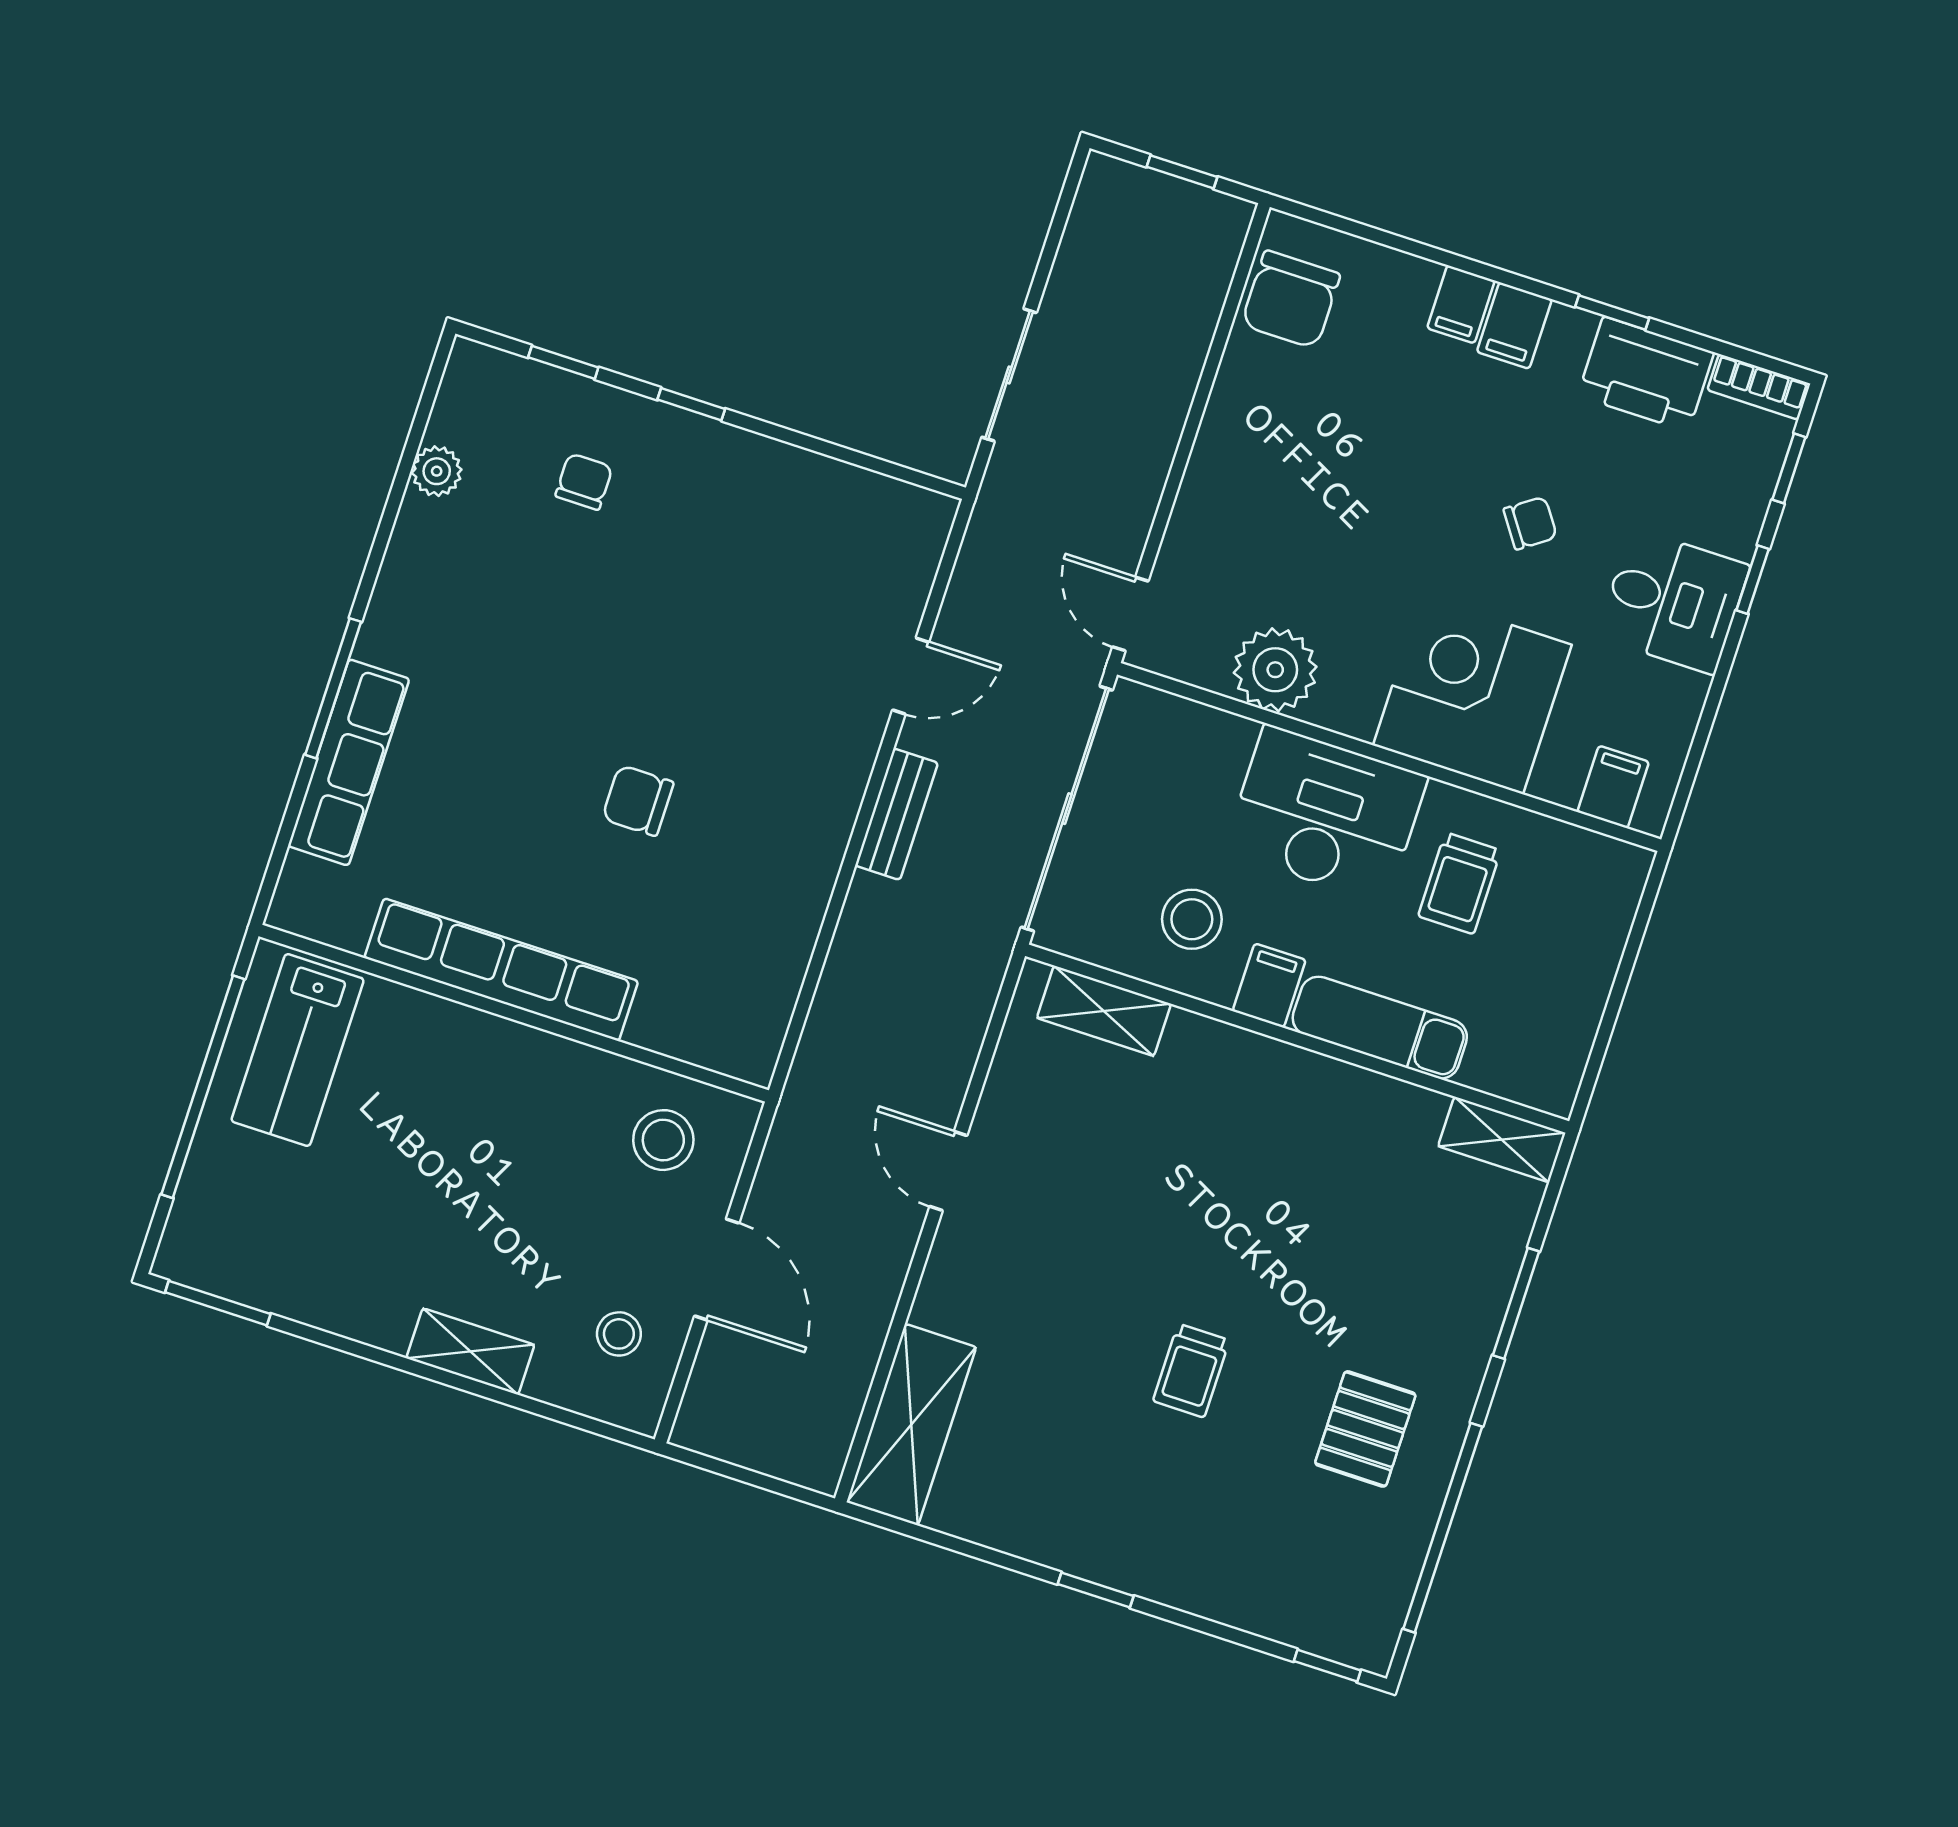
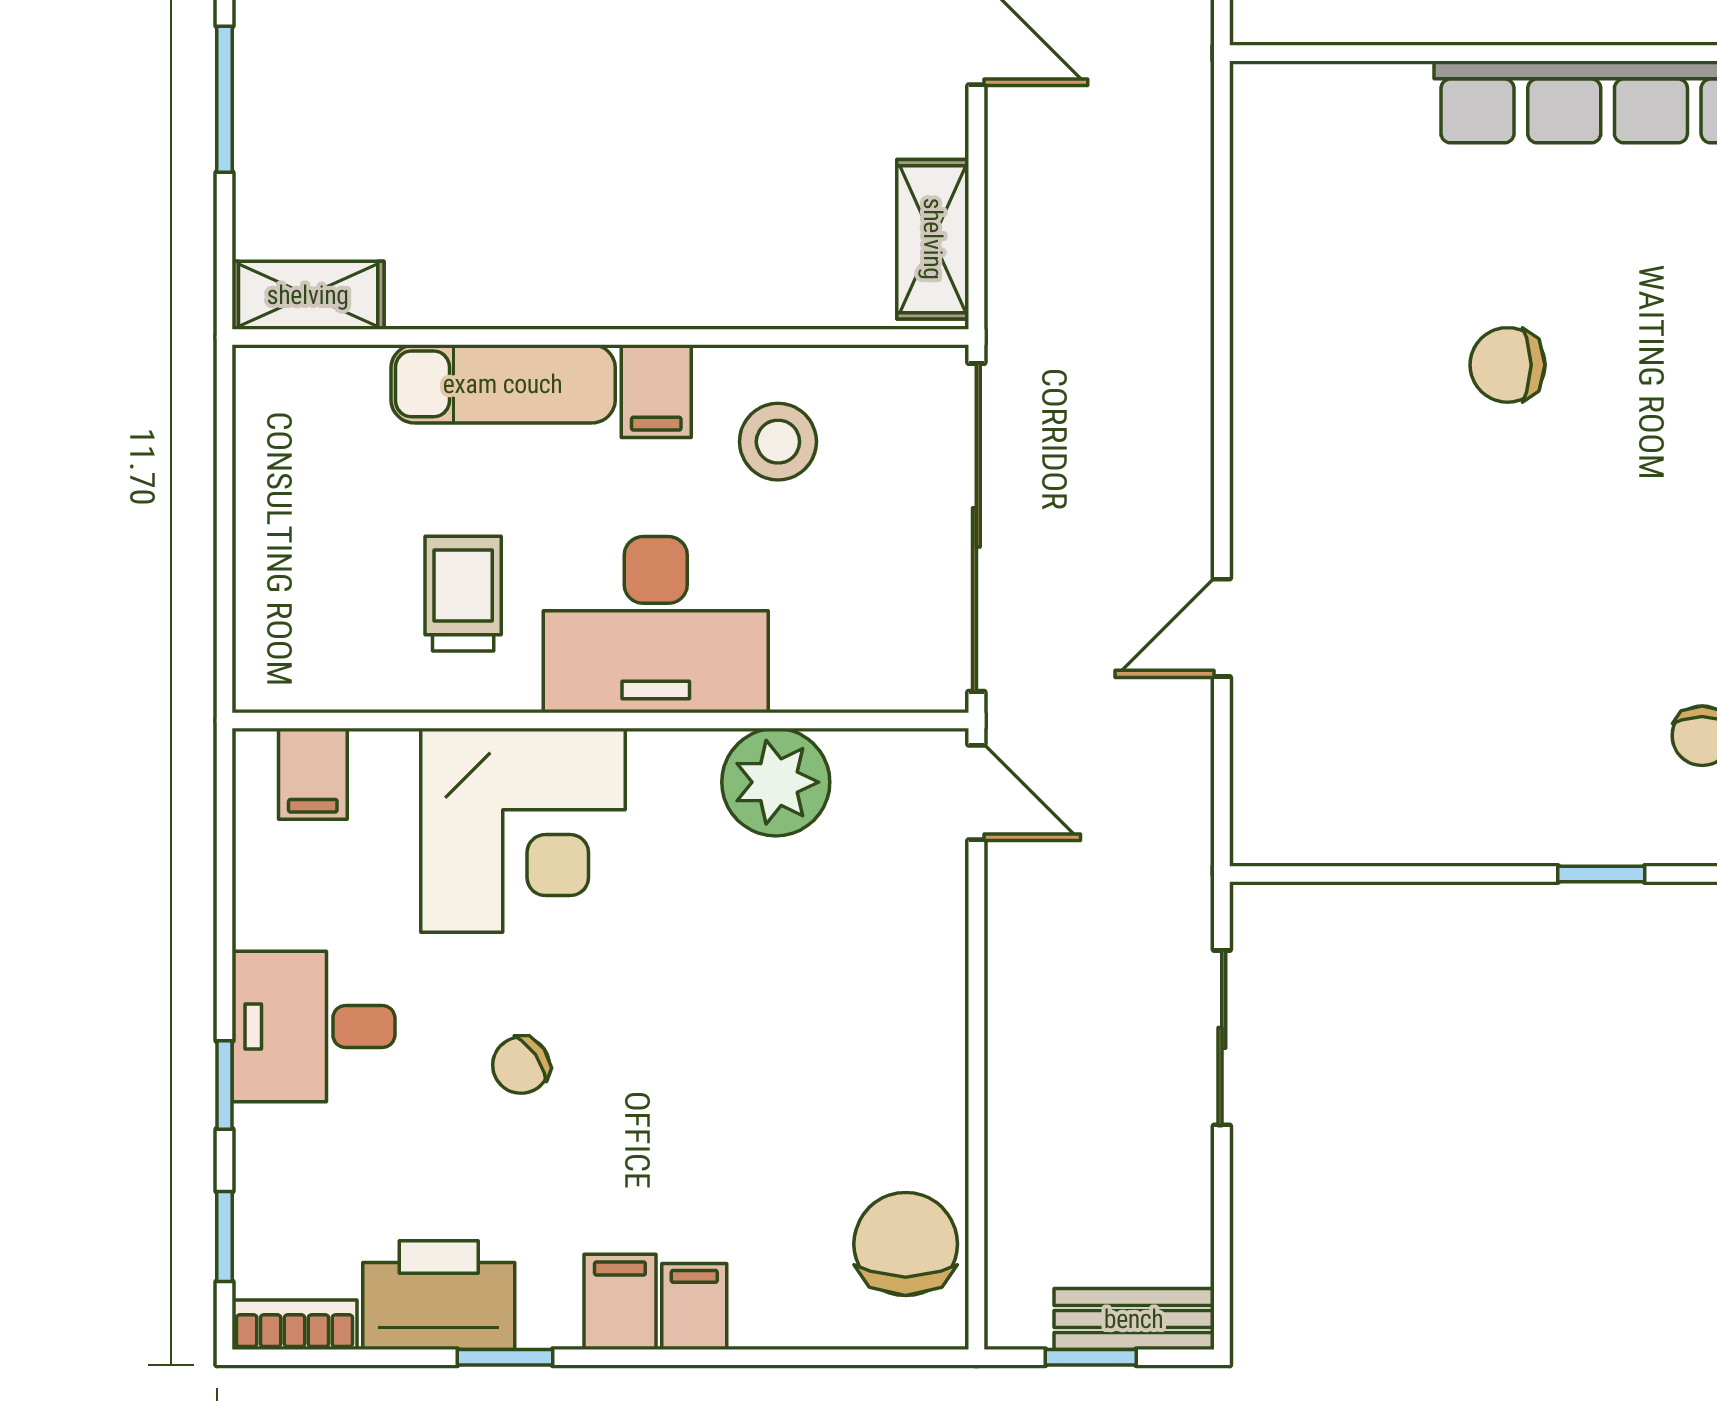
chair: (638, 800) -> (1508, 365), turned 180
bench: (897, 814) -> (1134, 1319), moved, turned 90
shelving: (1104, 1011) -> (933, 239), moved, turned 90

